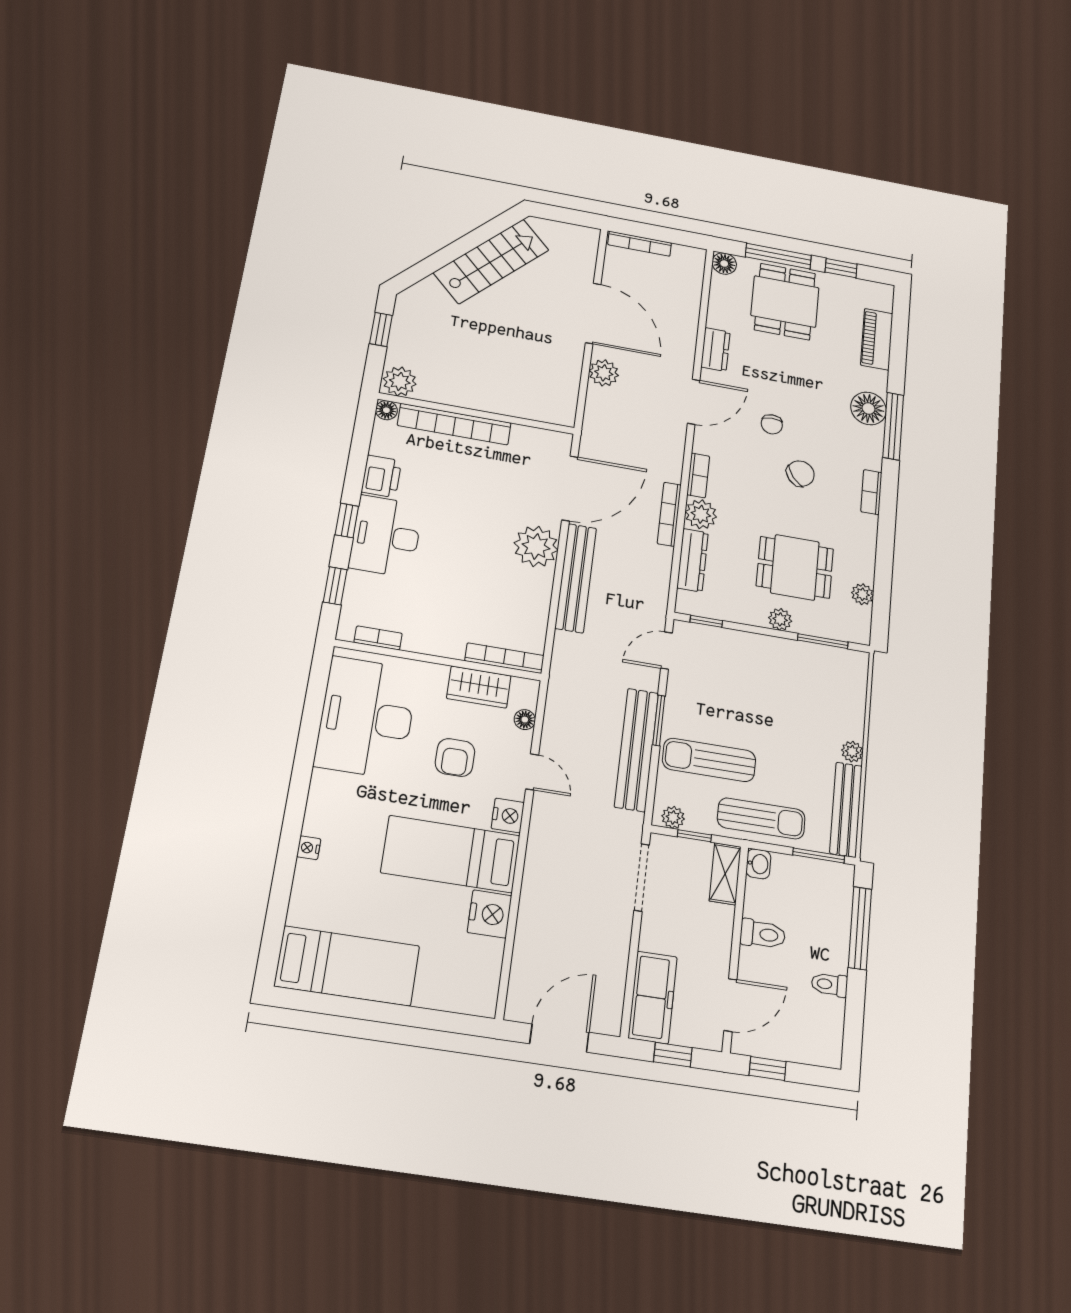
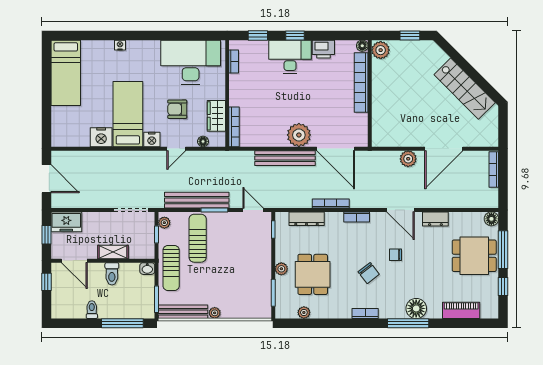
plant: (701, 514) -> (334, 221), removed
shelving: (725, 874) -> (113, 252), moved
freezer: (653, 997) -> (66, 222), width x0.71

